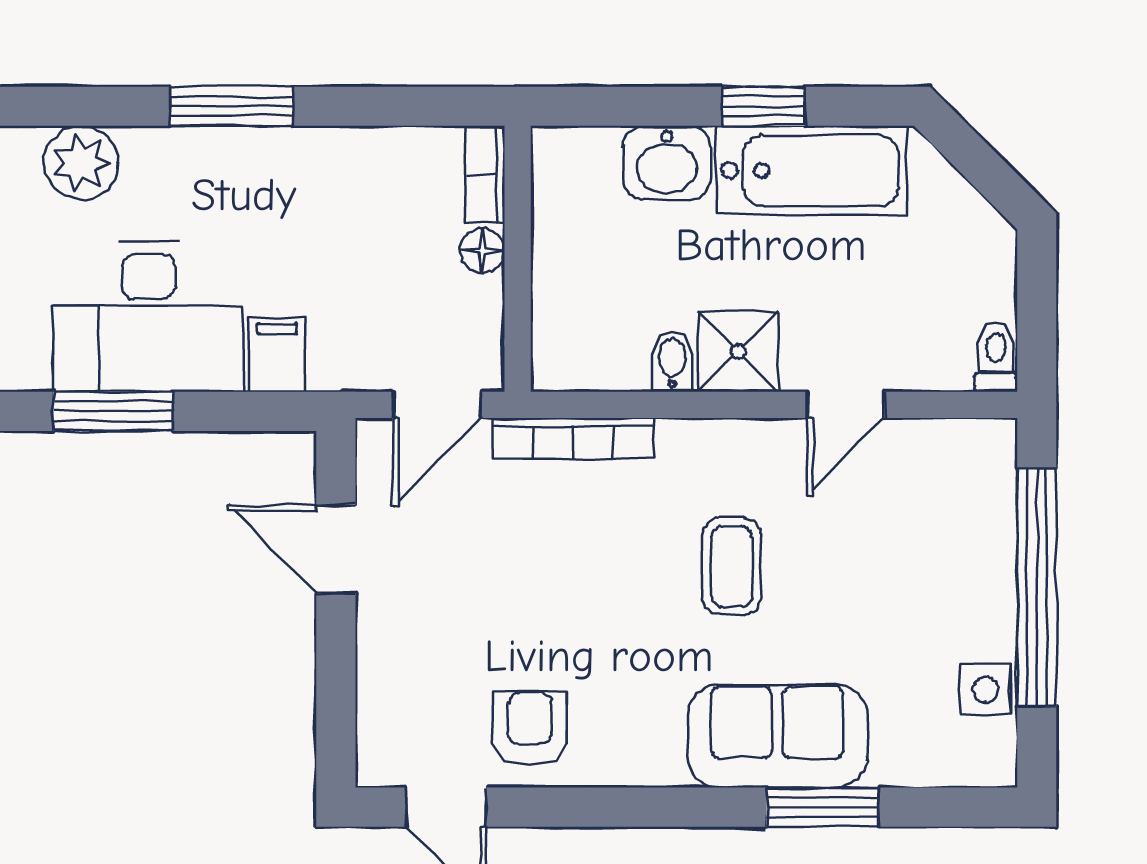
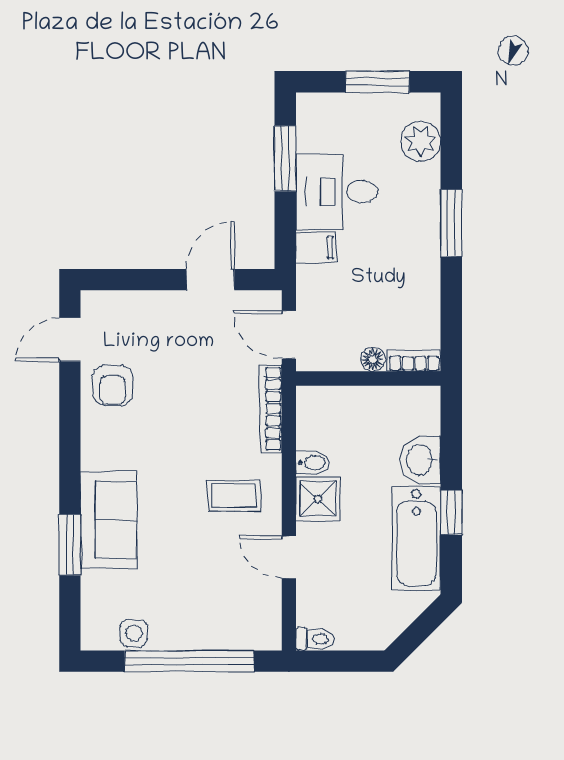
desk: (149, 317) -> (337, 192), width x0.73
coffee table: (732, 566) -> (234, 496), moved
armchair: (530, 728) -> (113, 385), turned 90

